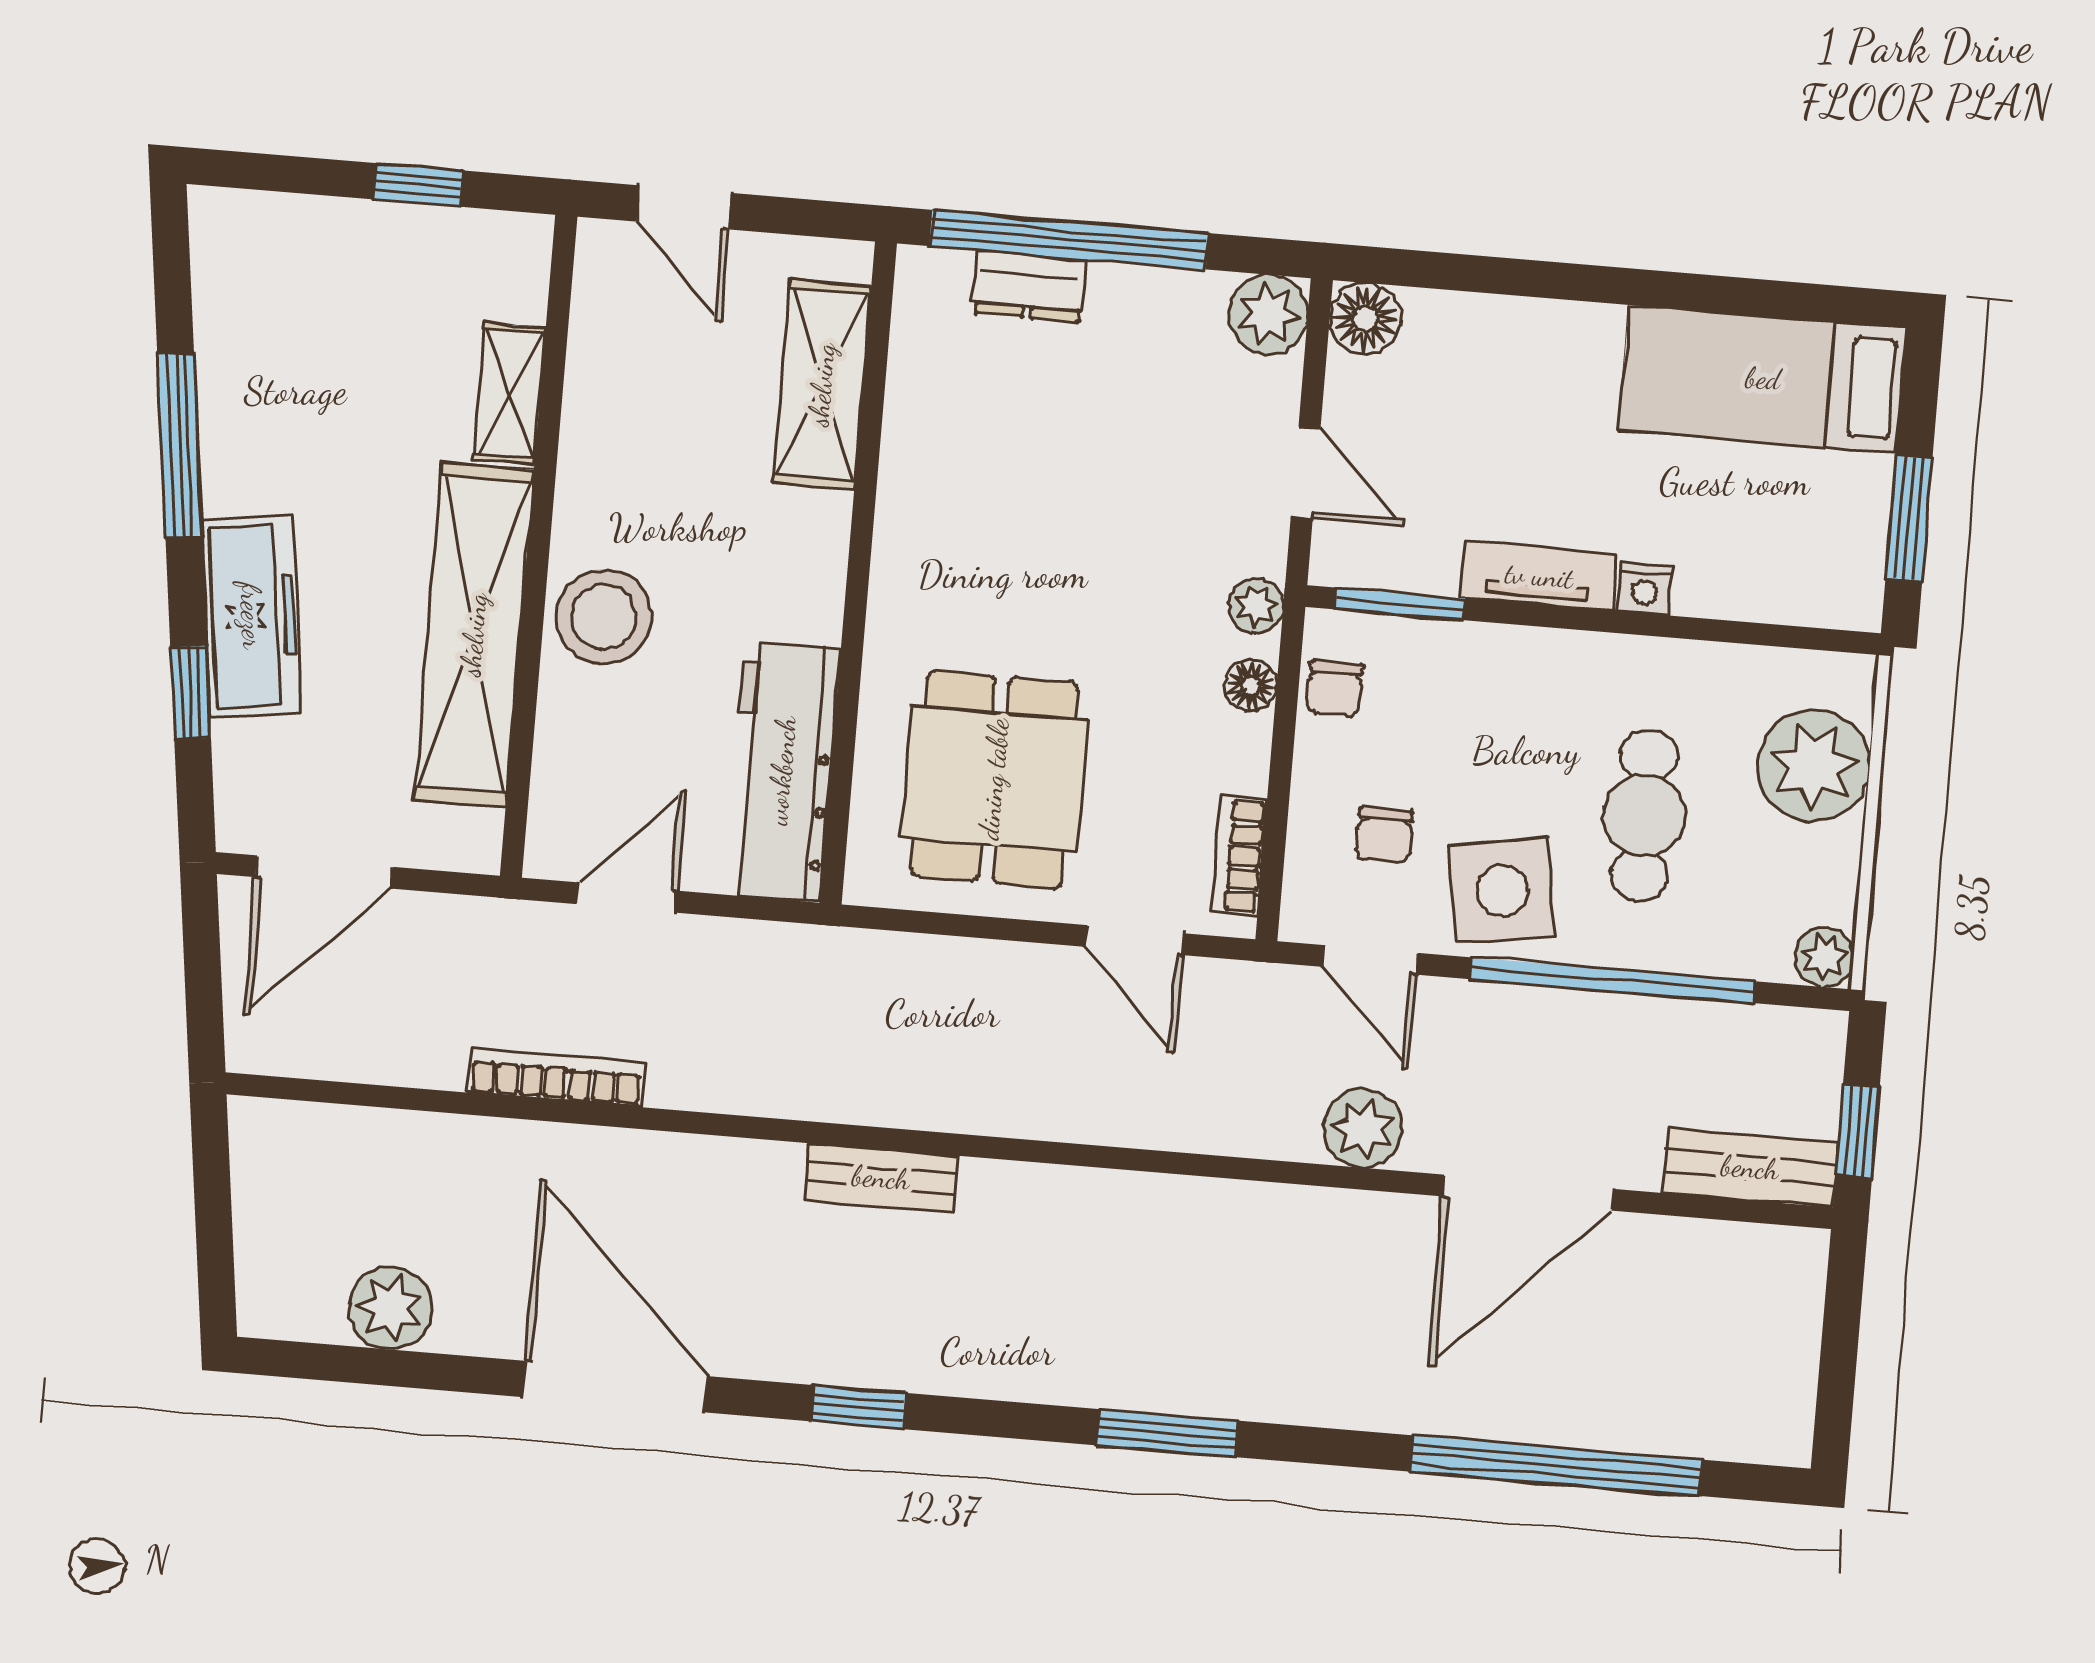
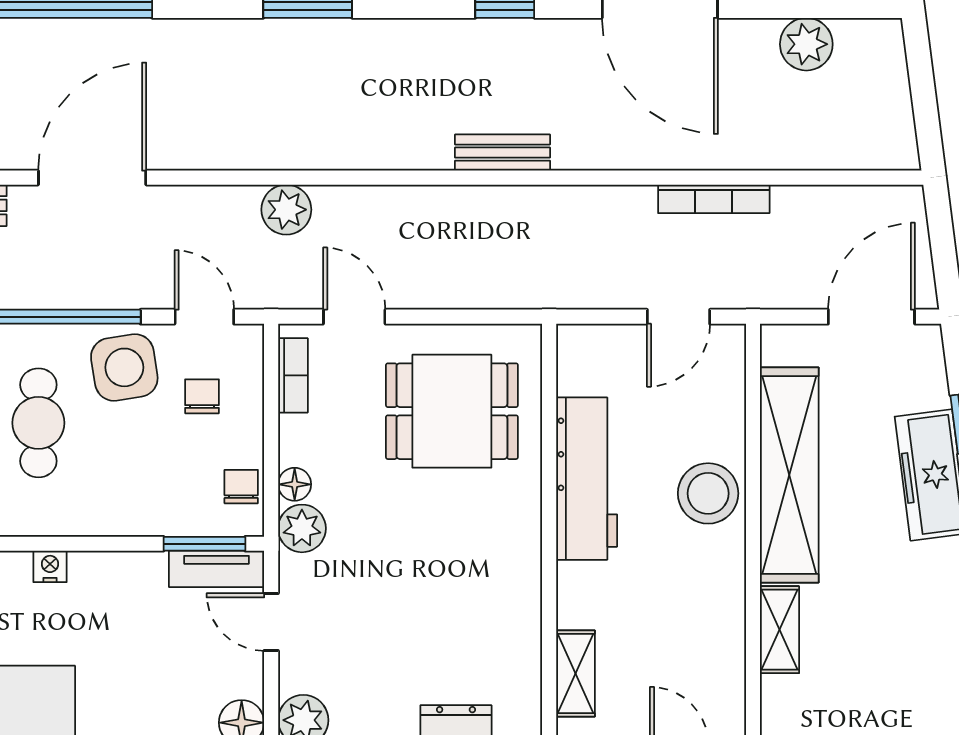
shelving: (822, 385) -> (575, 674), width x0.67, depth x0.75
tv unit: (1539, 576) -> (217, 569), moved
plant: (1256, 606) -> (302, 528), width x1.38, depth x1.38
workbench: (782, 771) -> (587, 479), moved
dining table: (994, 779) -> (452, 411), turned 90
plant: (1363, 1128) -> (286, 210), moved

